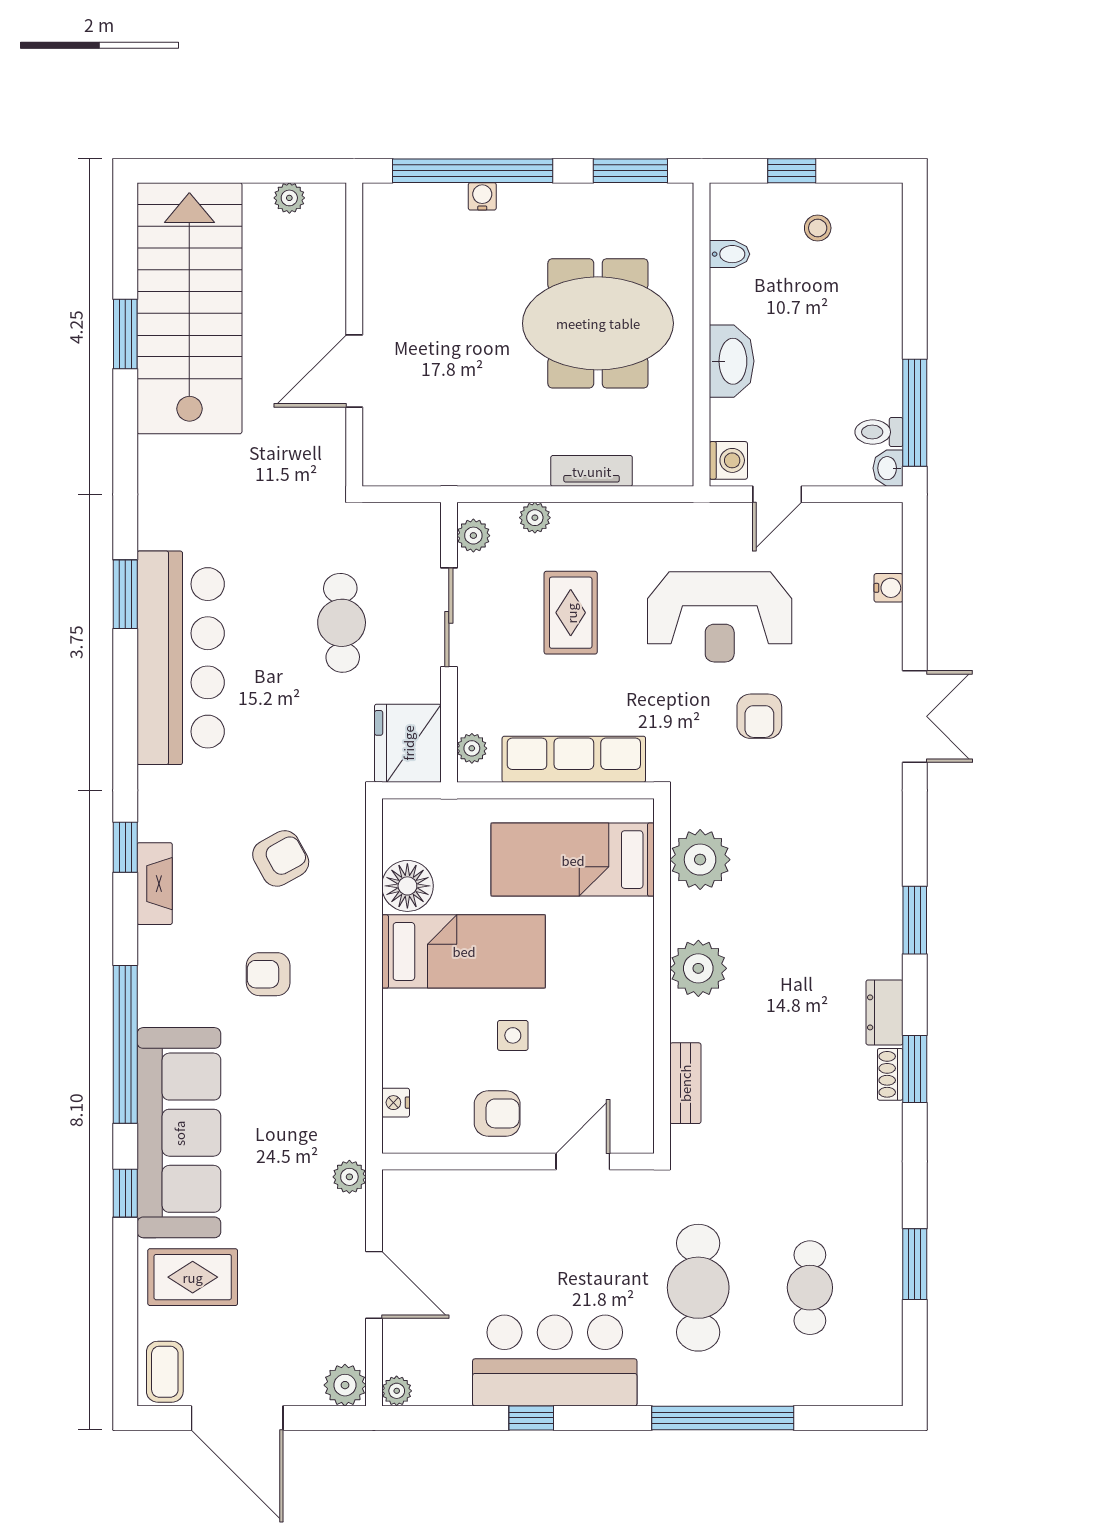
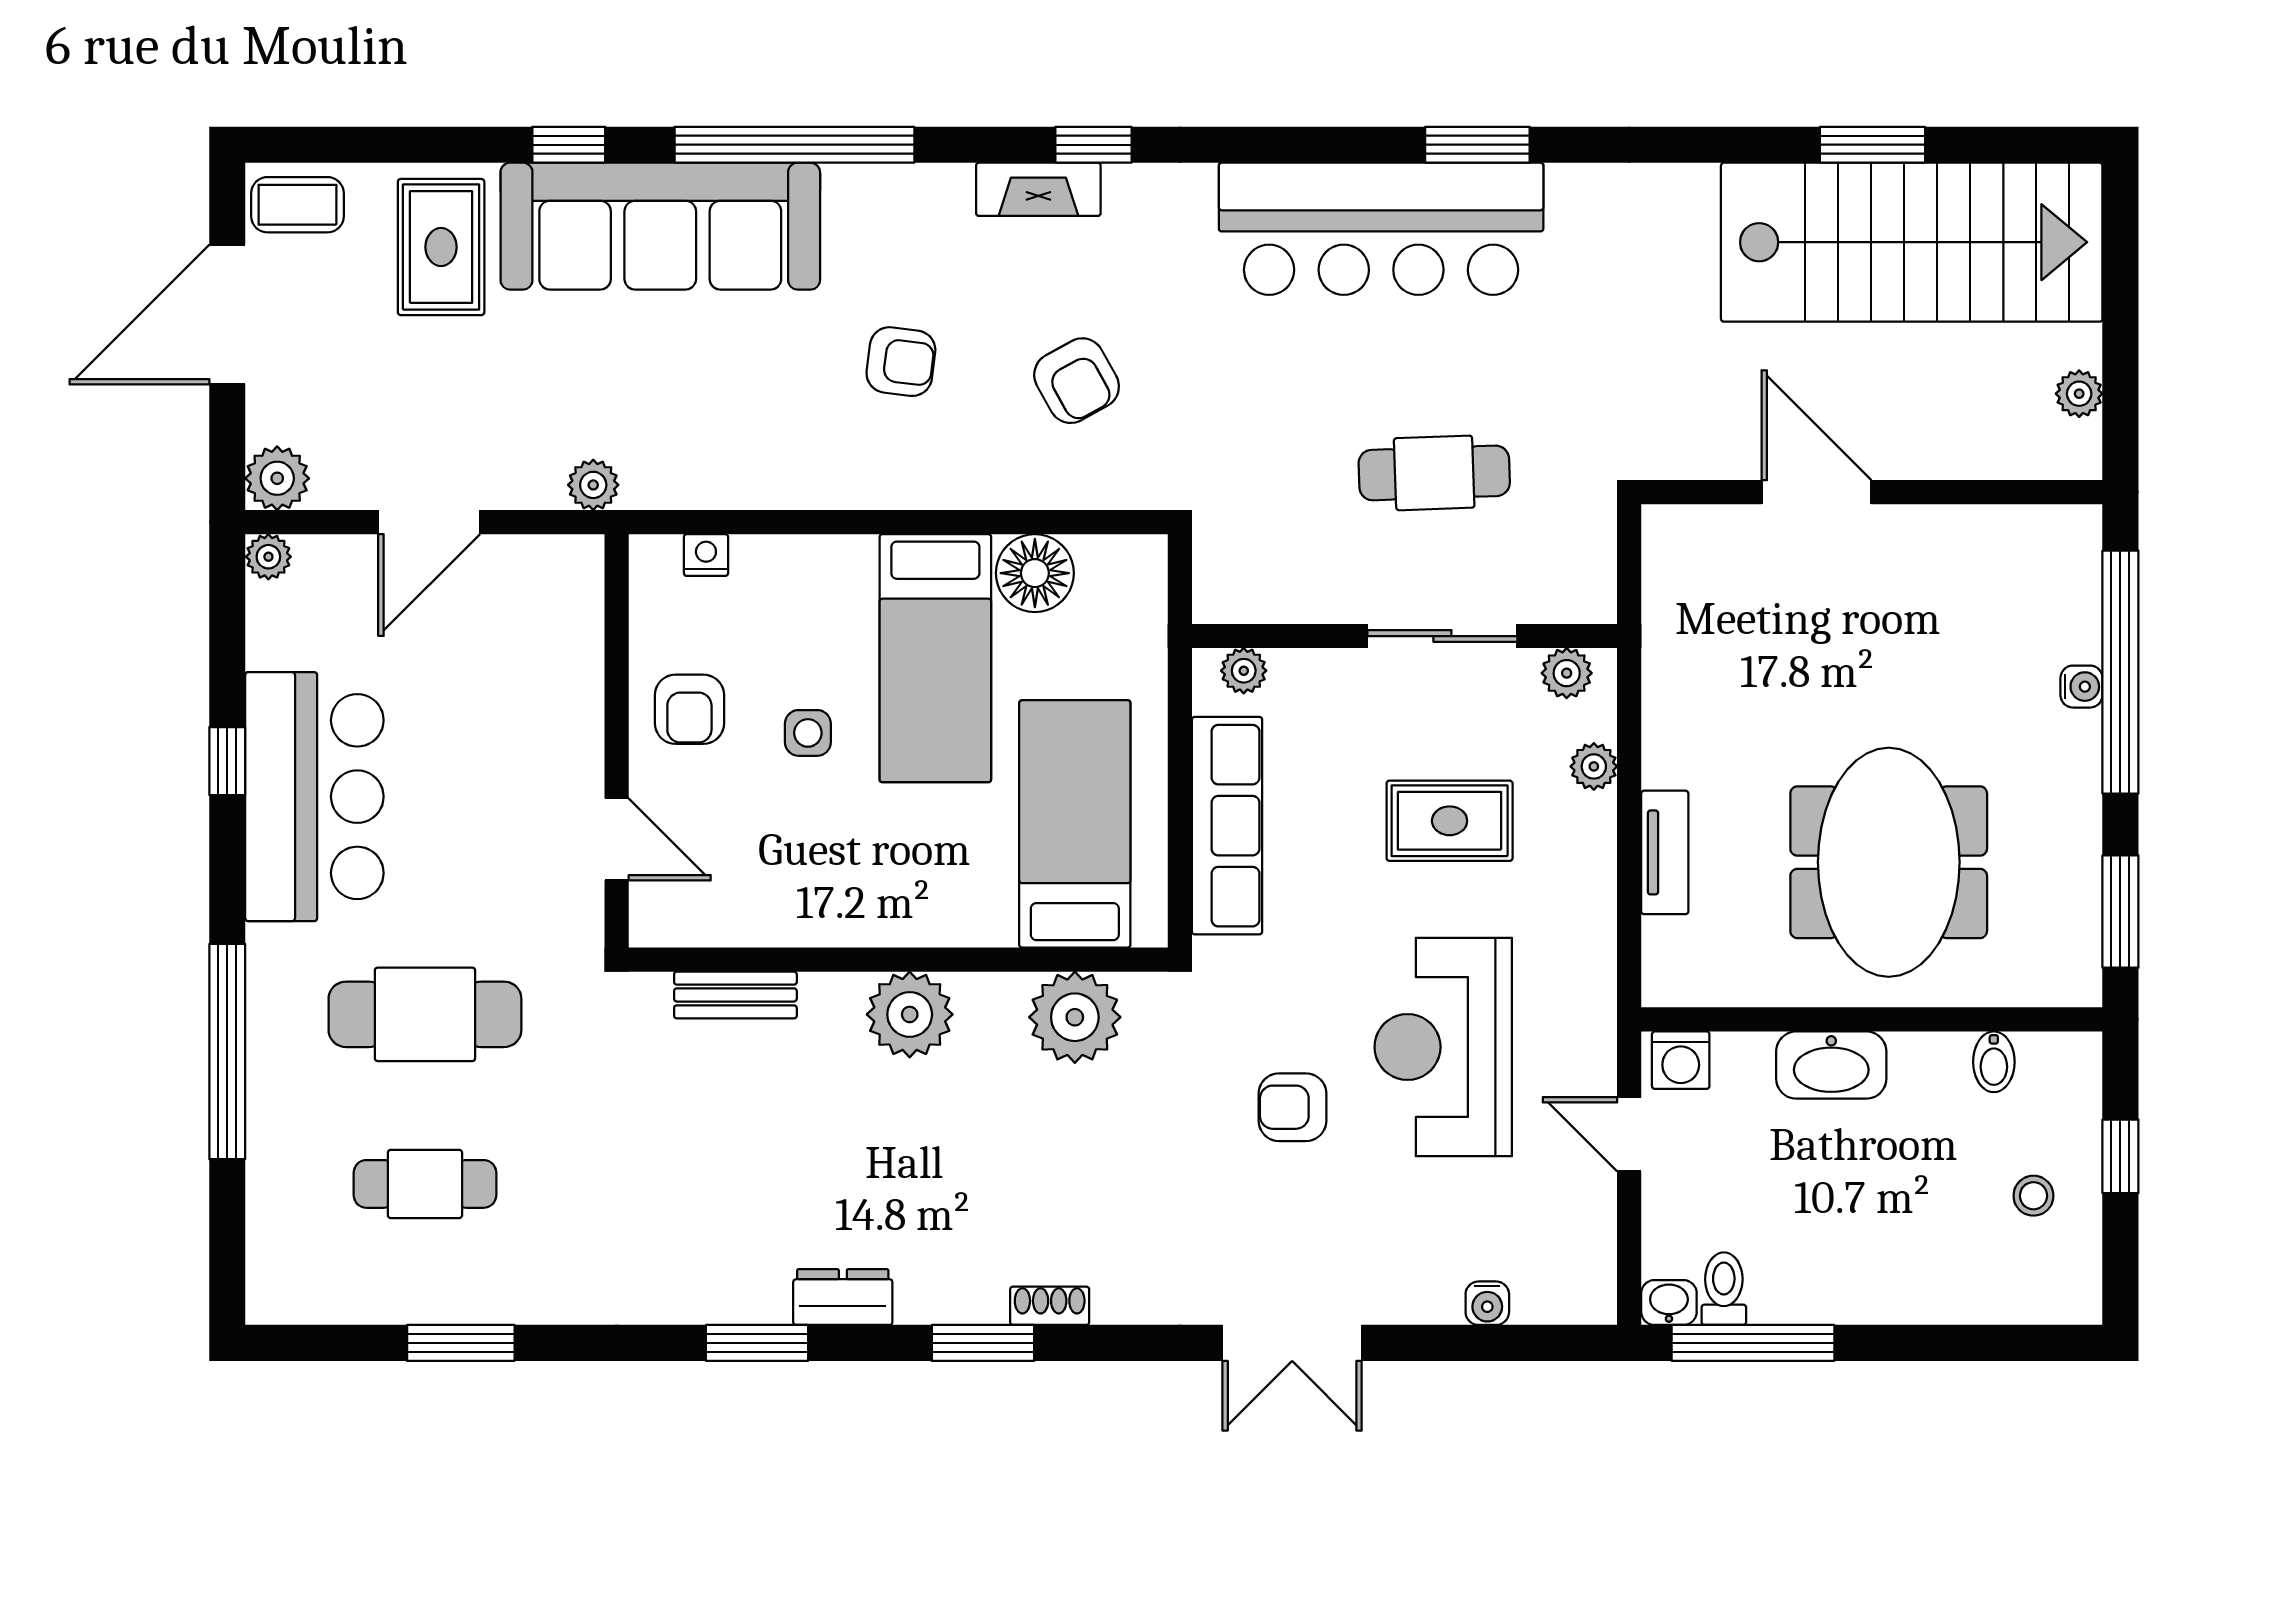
fridge: (408, 743) -> (1251, 574), removed
armchair: (268, 974) -> (901, 362), turned 97
shoe rack: (890, 1074) -> (1050, 1306), moved

